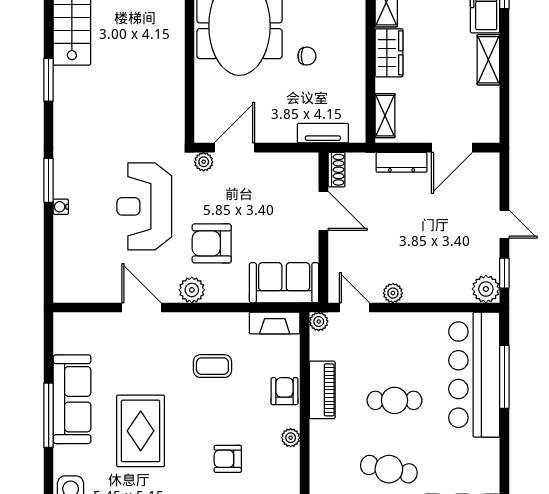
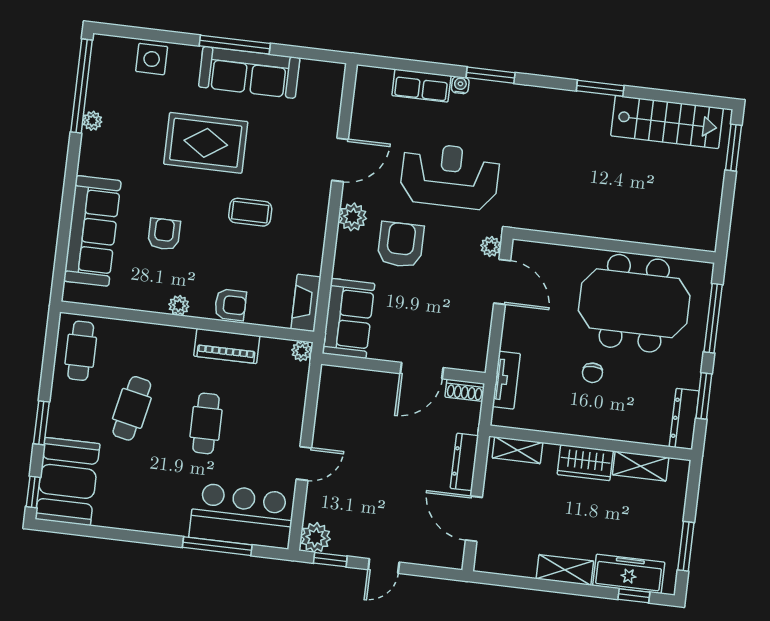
row of seats: (66, 242) -> (421, 86), added
plant: (393, 293) -> (323, 436), removed
door: (354, 307) -> (304, 464), moved
coffee table: (212, 366) -> (250, 212), moved, turned 90
bar counter: (474, 375) -> (242, 516), width x0.73

